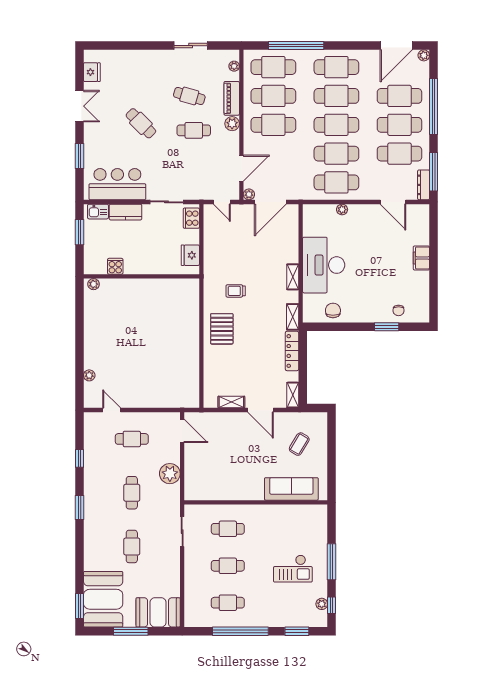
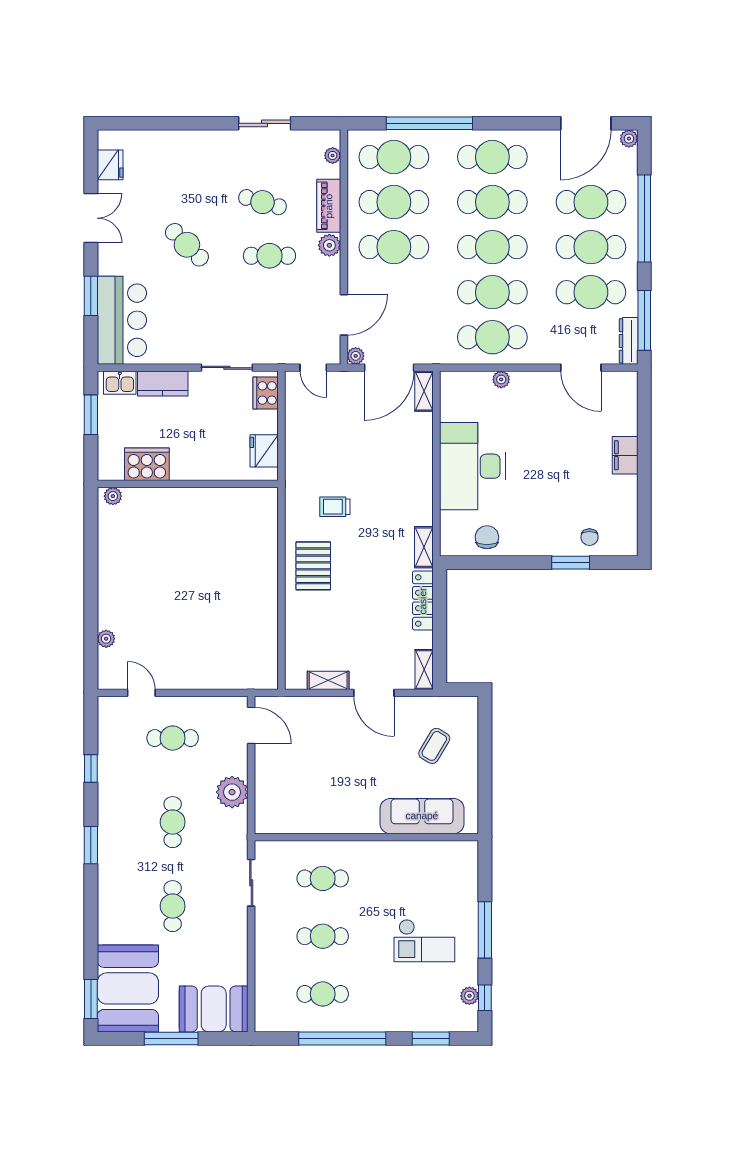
bar counter: (117, 184) -> (122, 320), moved, turned 90
cooker: (115, 266) -> (147, 464), width x1.87, depth x1.31
shelving: (293, 277) -> (424, 391), moved

